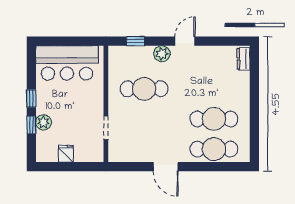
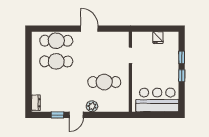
window: (135, 41) -> (58, 115), moved
plant: (44, 122) -> (173, 59), removed

